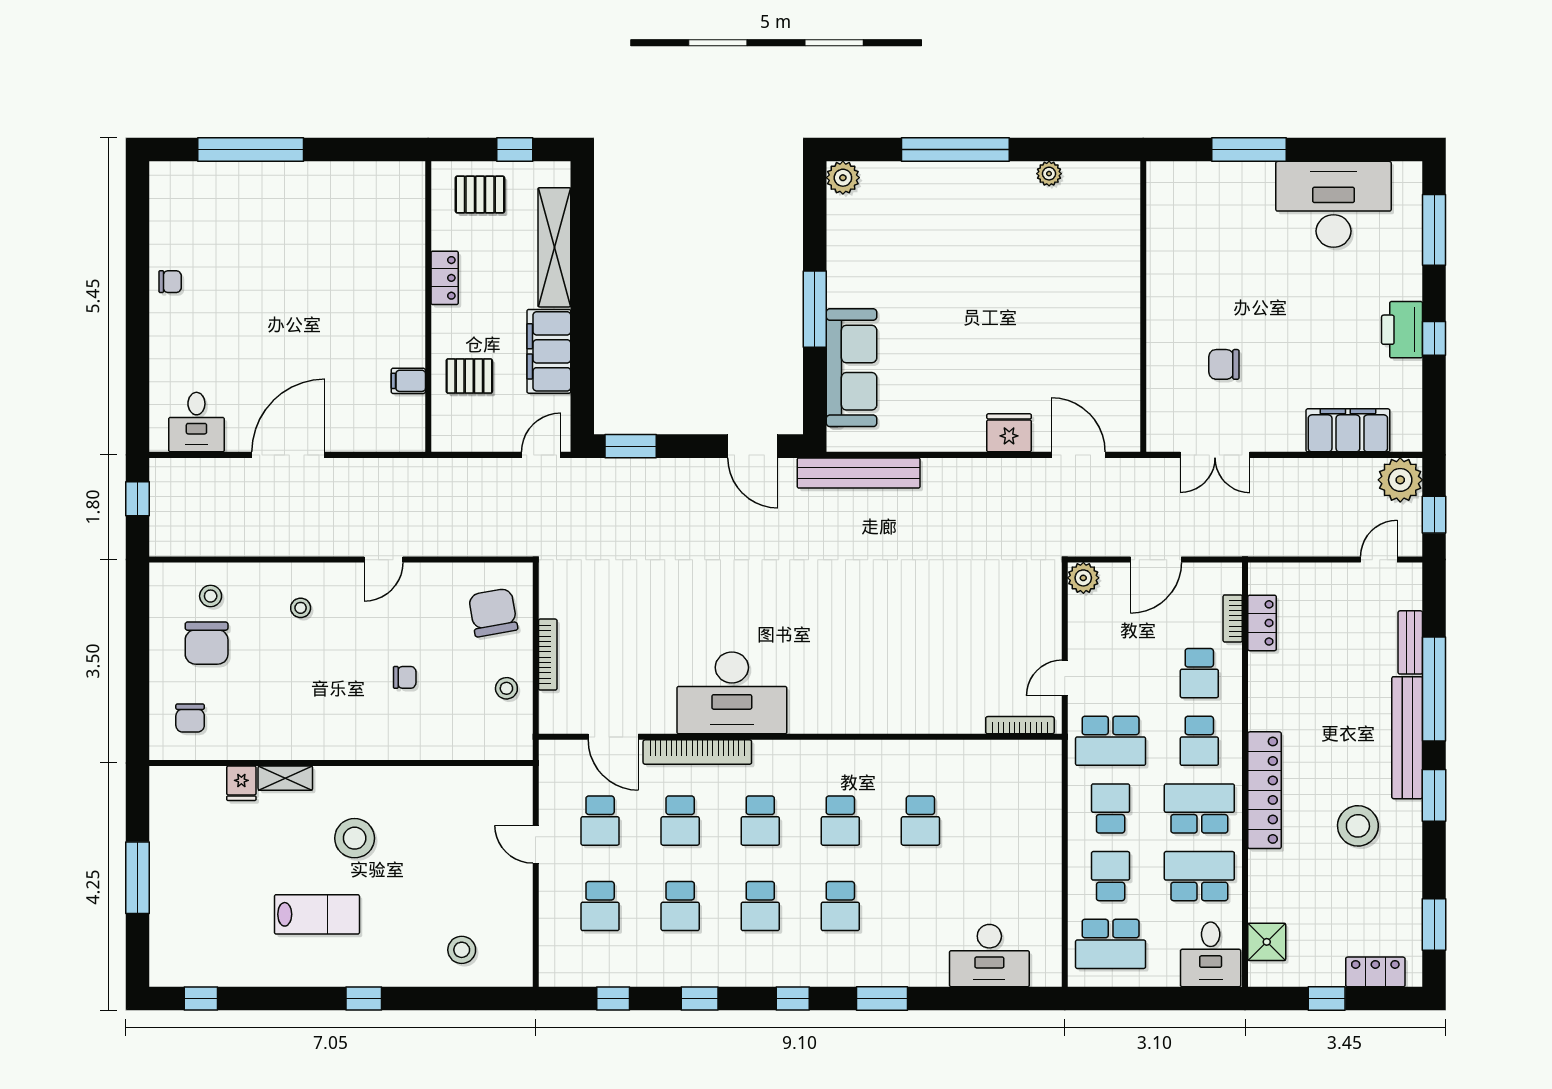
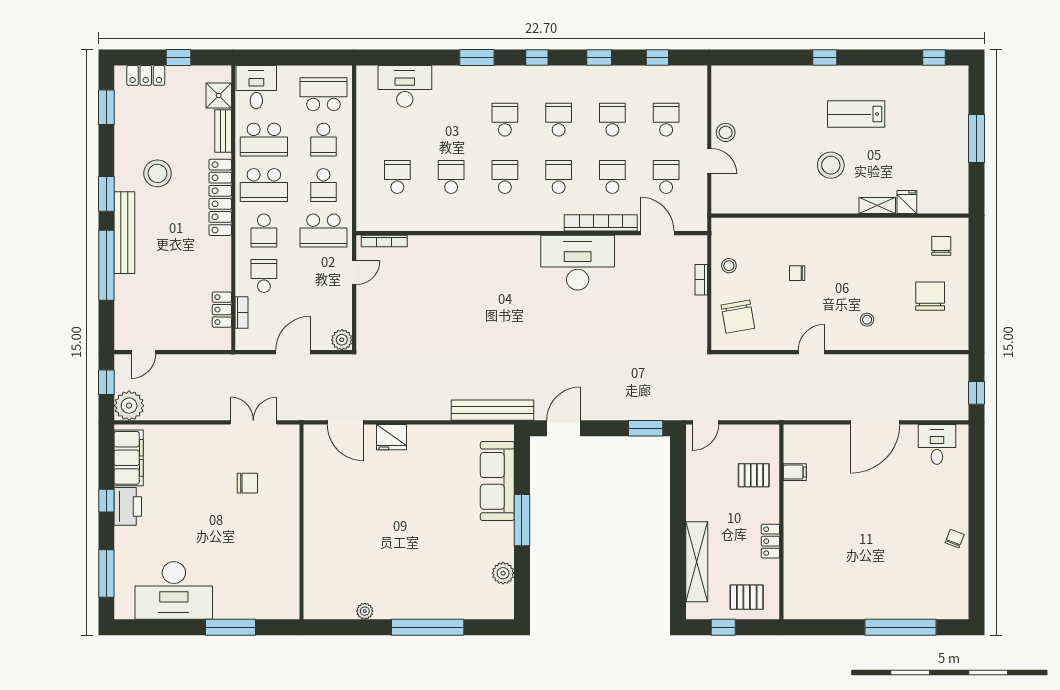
plant: (843, 178) -> (503, 573), moved
chair: (170, 282) -> (955, 539), turned 111
filing cabinet: (549, 351) -> (700, 492), removed
filing cabinet: (1348, 430) -> (129, 458), moved, turned -90
door: (753, 446) -> (564, 428), hinge flipped
stool: (211, 596) -> (927, 328), removed
bench: (1410, 642) -> (223, 131), moved
bookcase: (548, 655) -> (701, 280), width x0.64
school desk: (1111, 741) -> (323, 230), turned 180
school desk: (1199, 741) -> (264, 230), turned 180
school desk: (1000, 821) -> (397, 177), added
stool: (462, 950) -> (726, 132), moved

